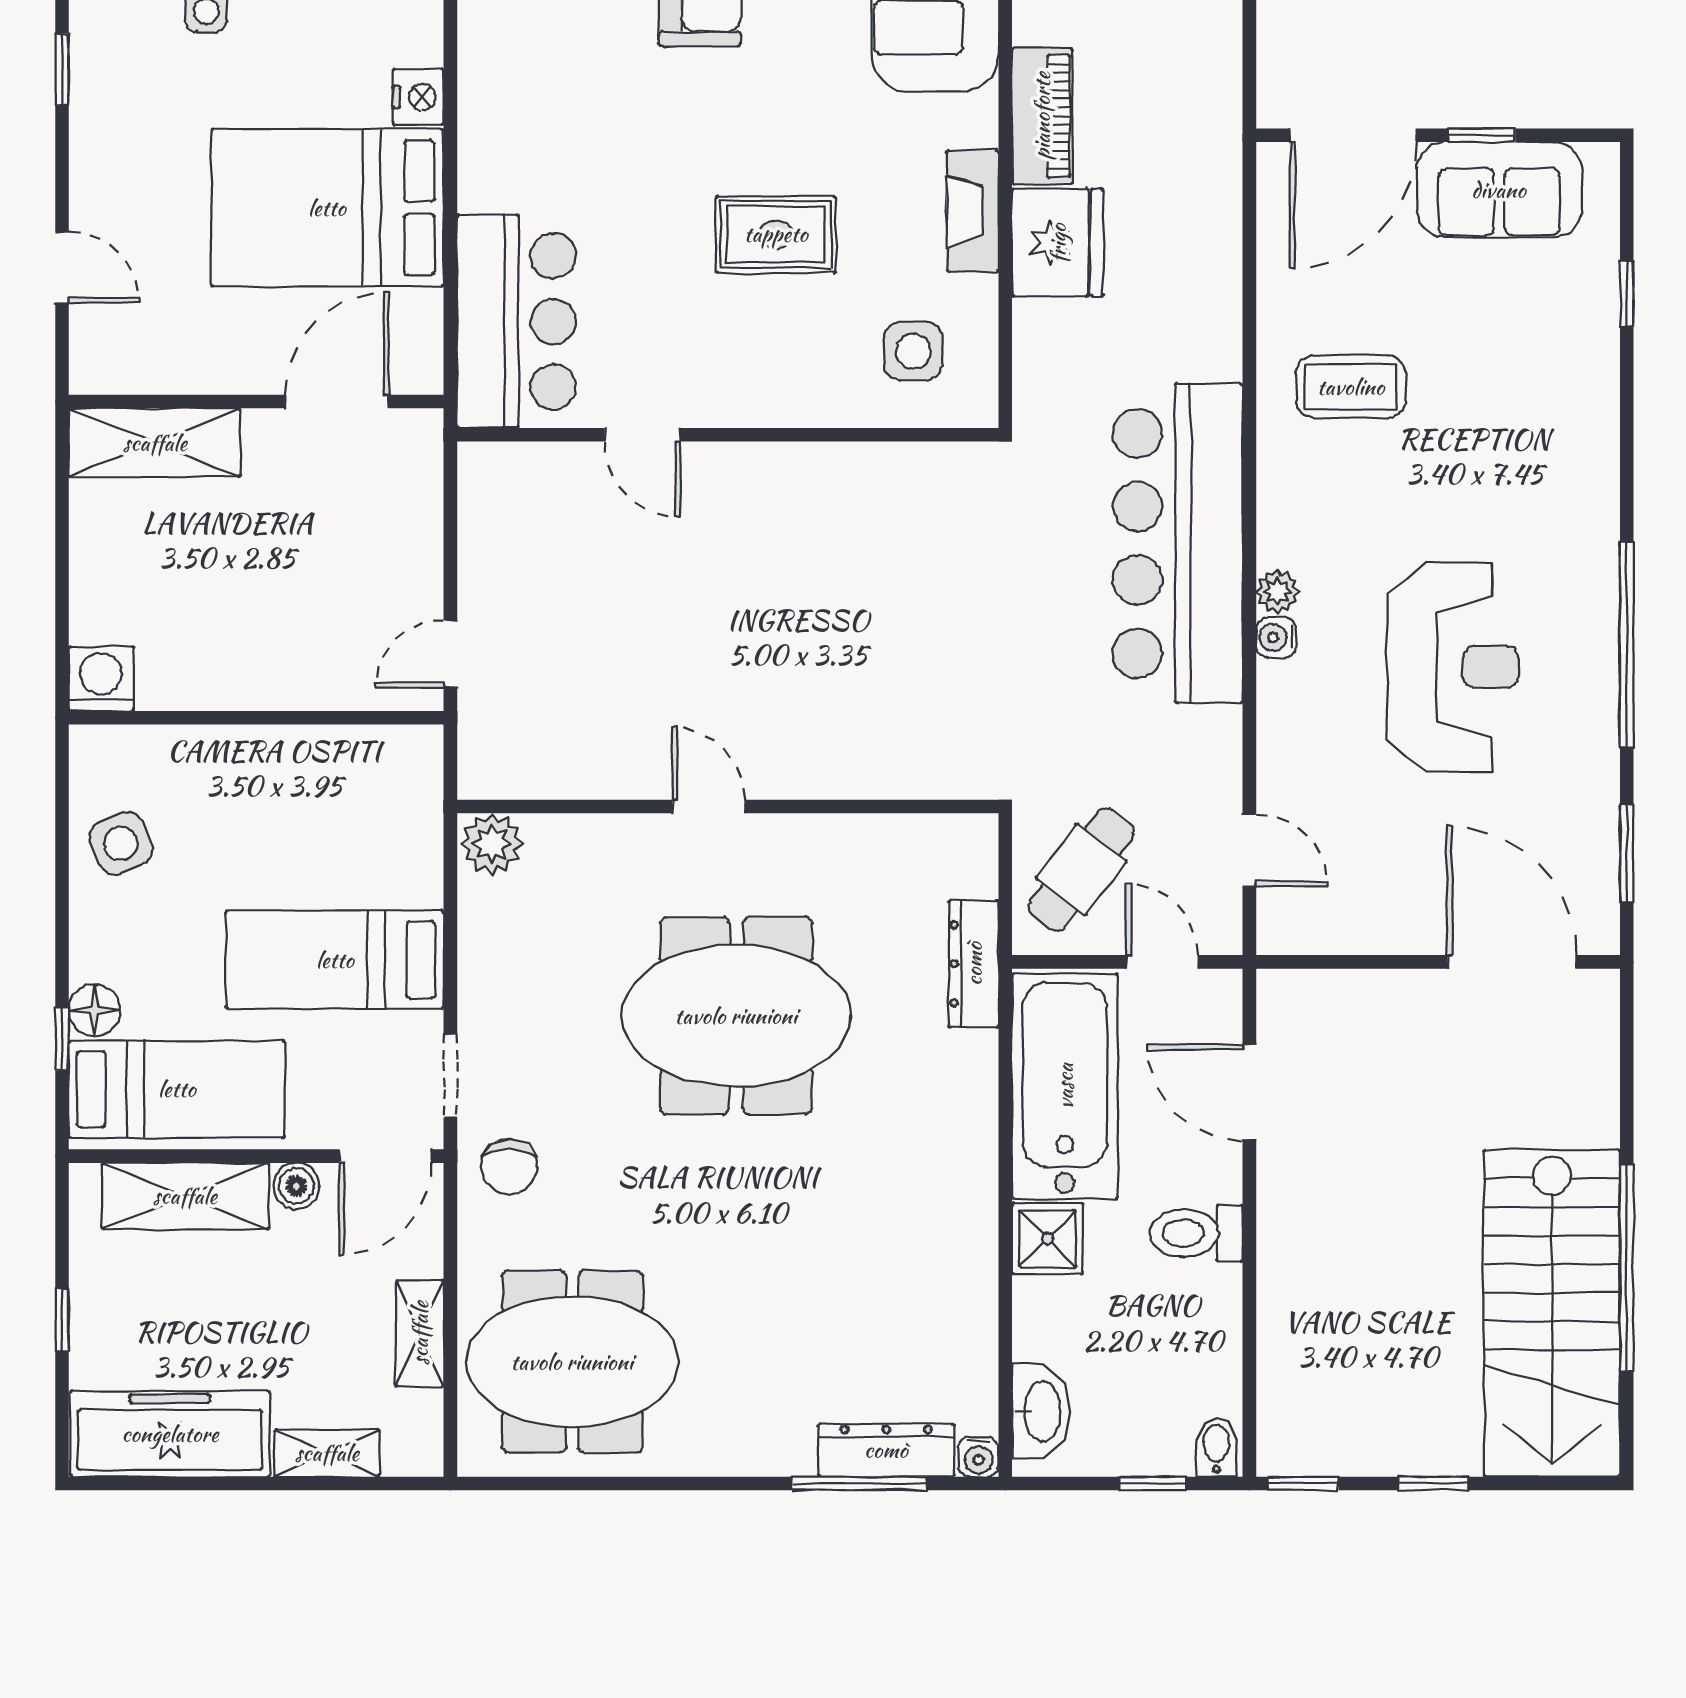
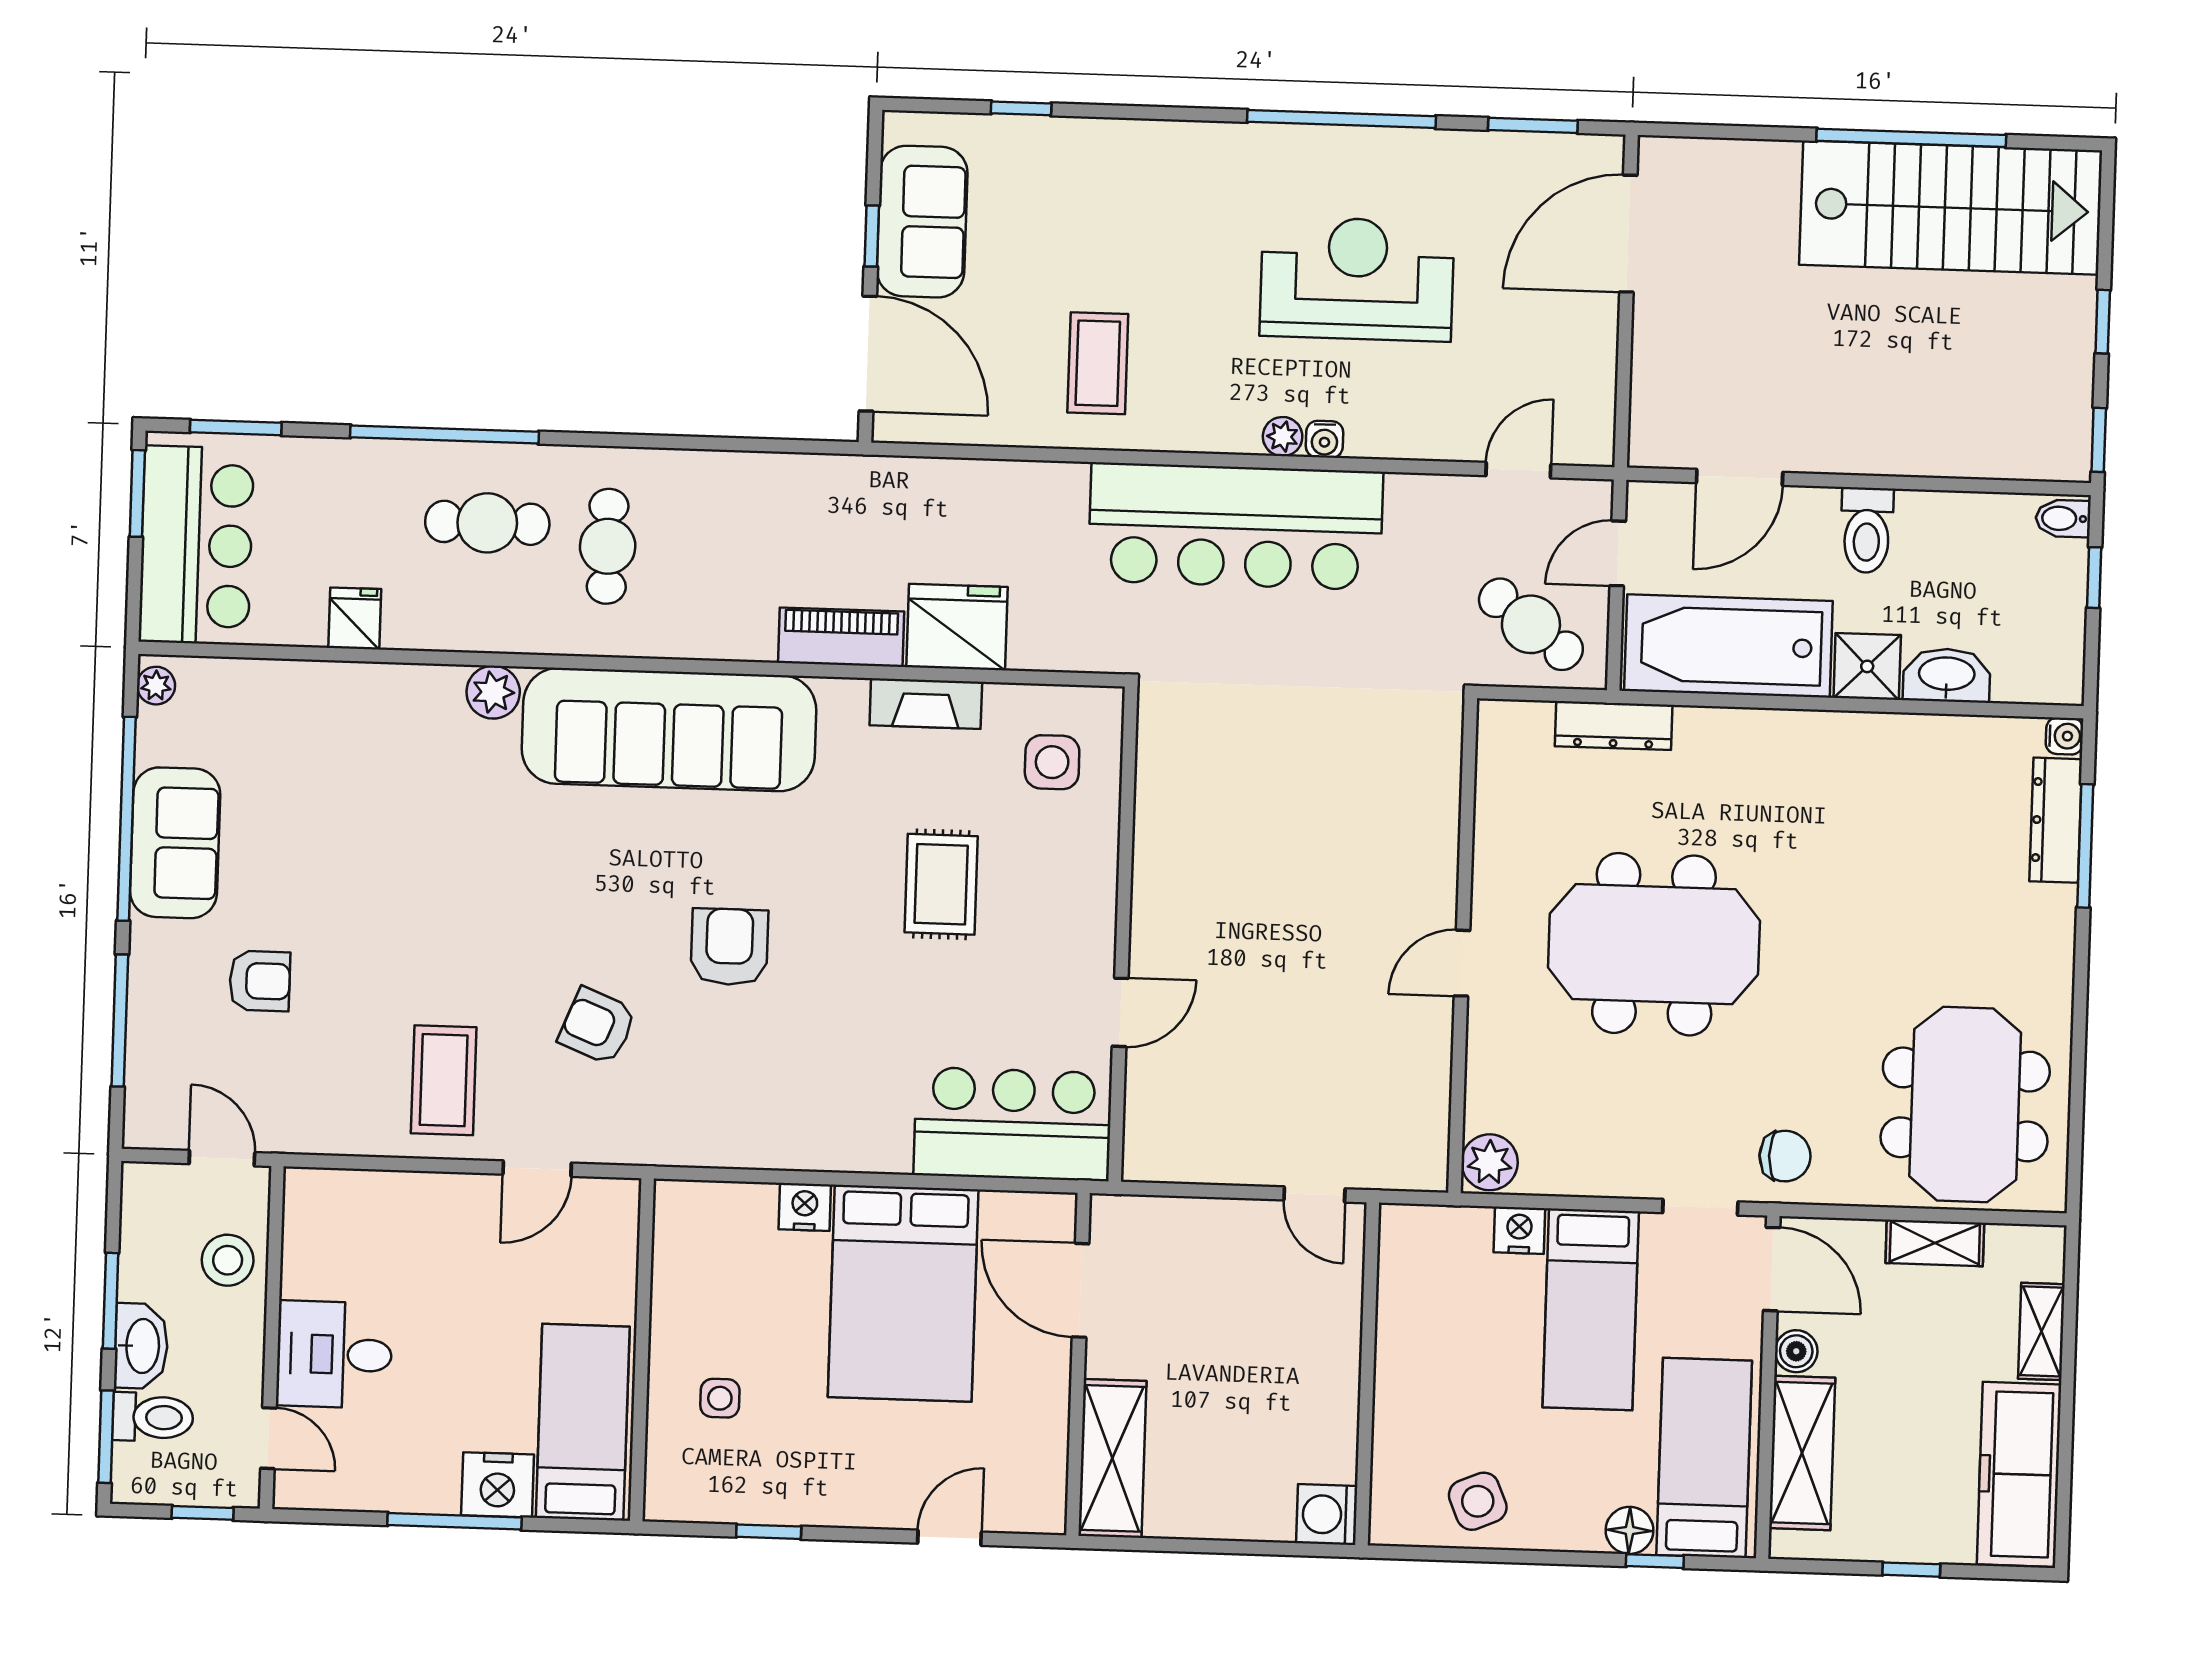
nightstand: (419, 879) -> (1519, 1230), added
meeting table: (736, 1016) -> (1654, 944), turned 90
washbasin: (1041, 1411) -> (1947, 675), moved

